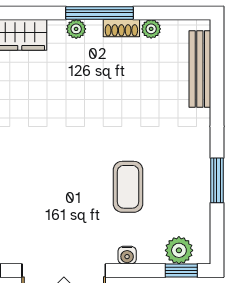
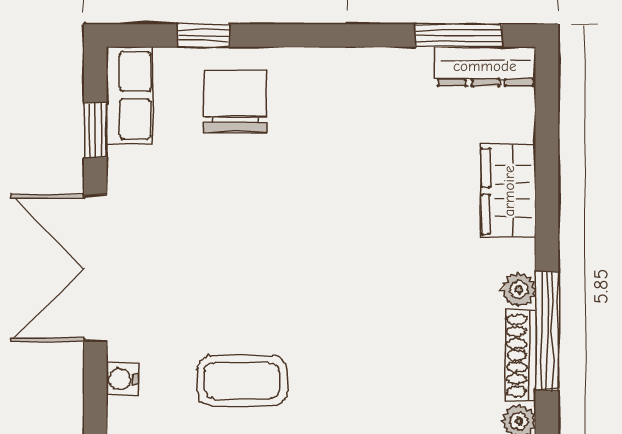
shoe rack: (121, 28) -> (520, 355), width x1.43

